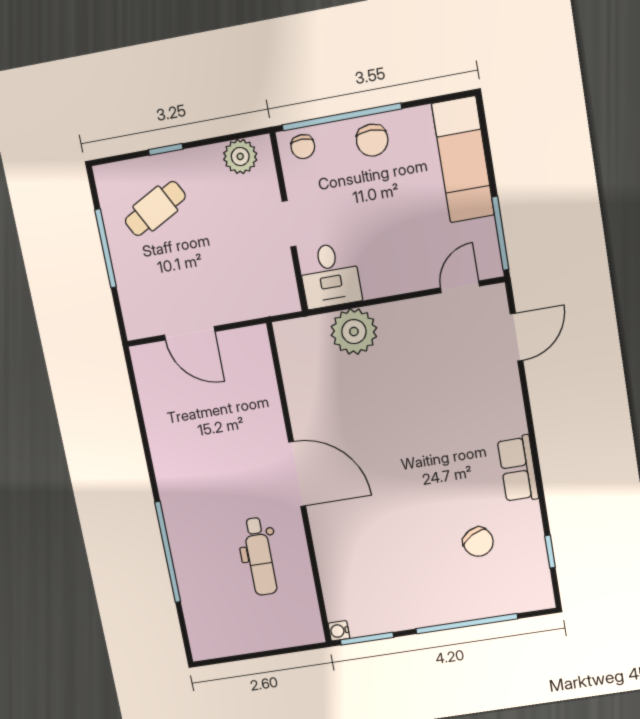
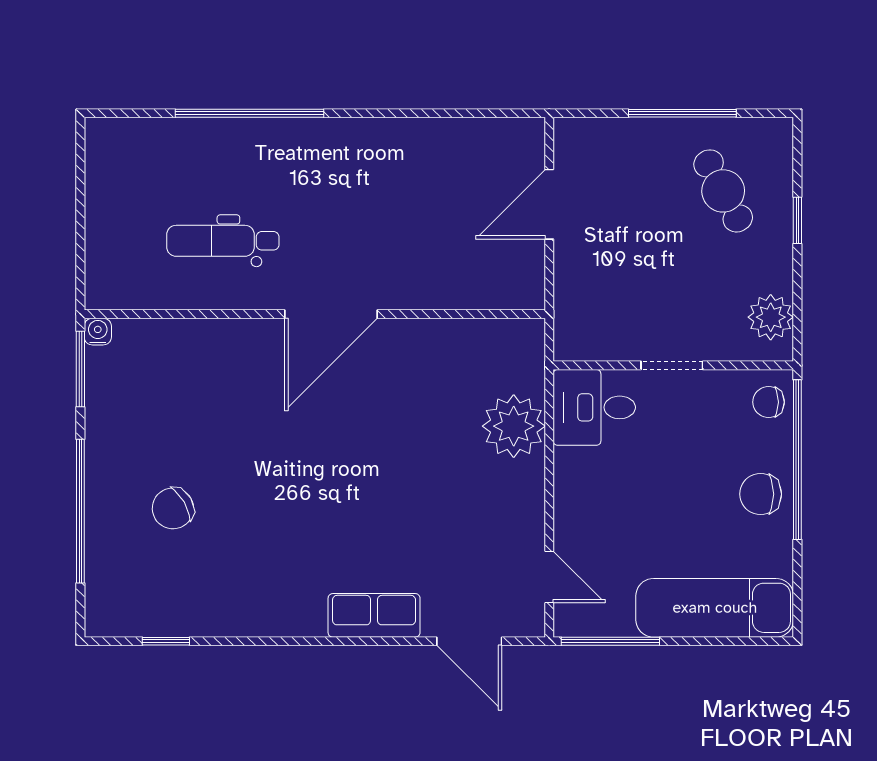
row of seats: (518, 469) -> (374, 615), moved
chair: (478, 542) -> (173, 508), moved

